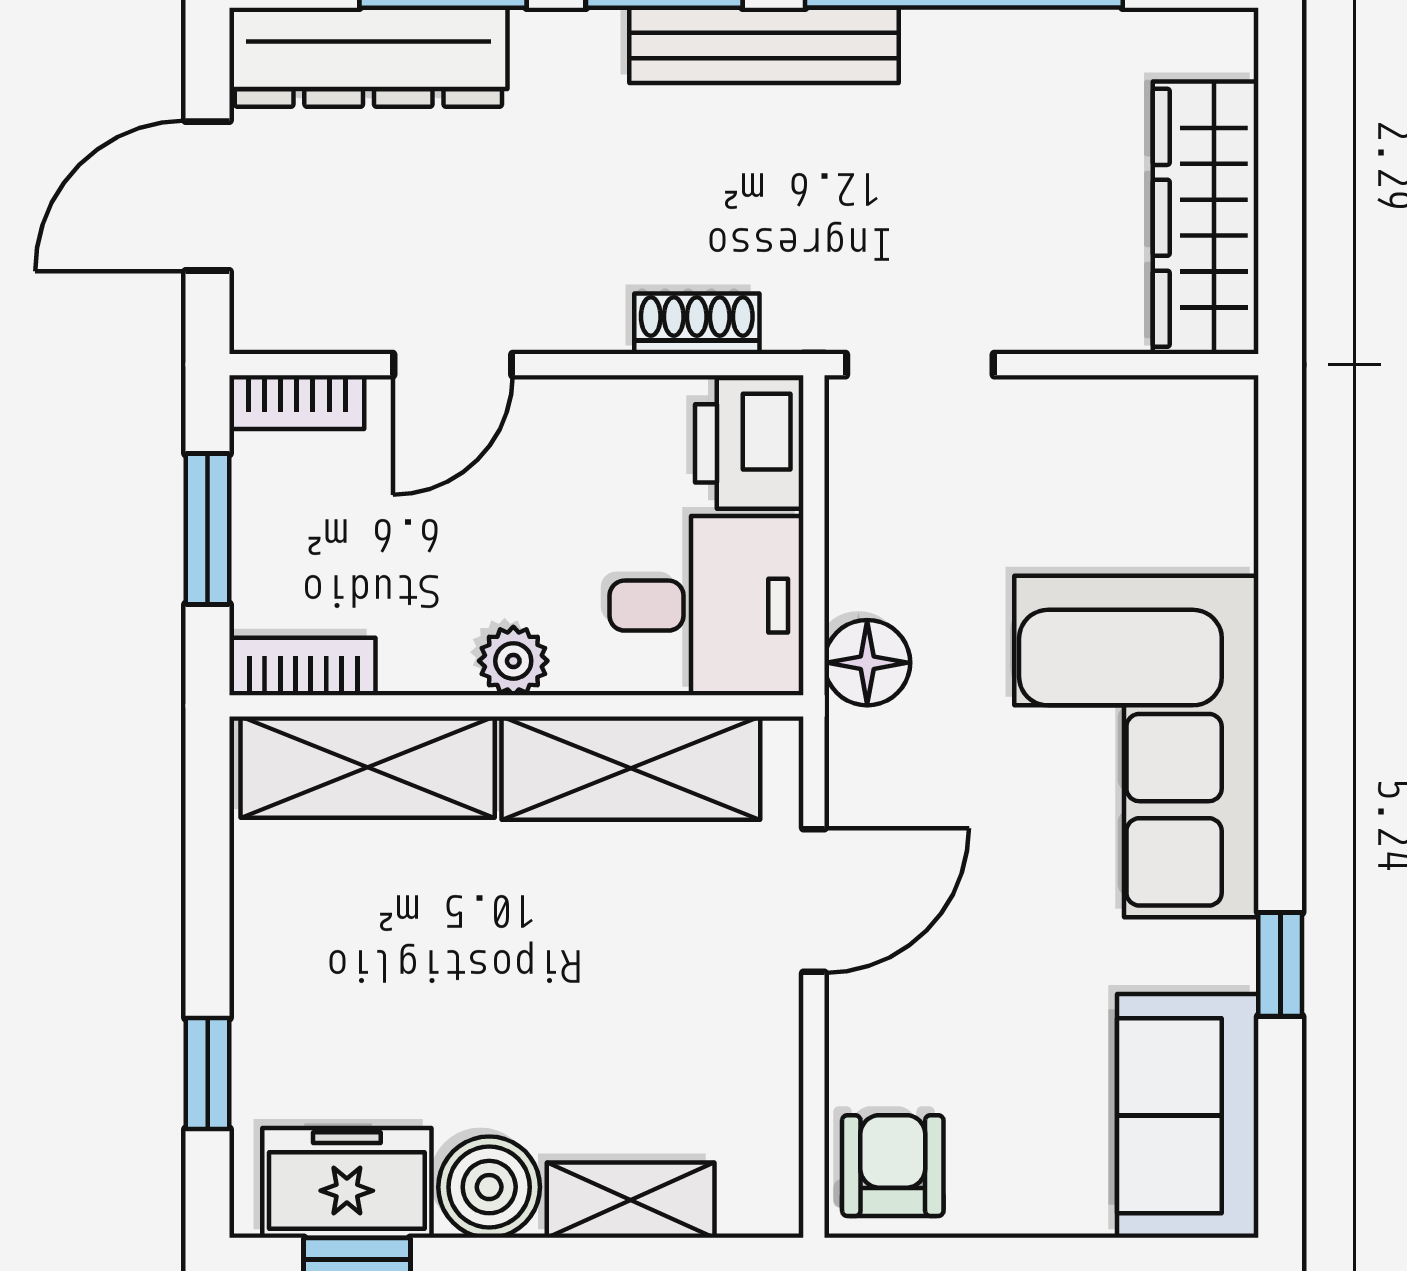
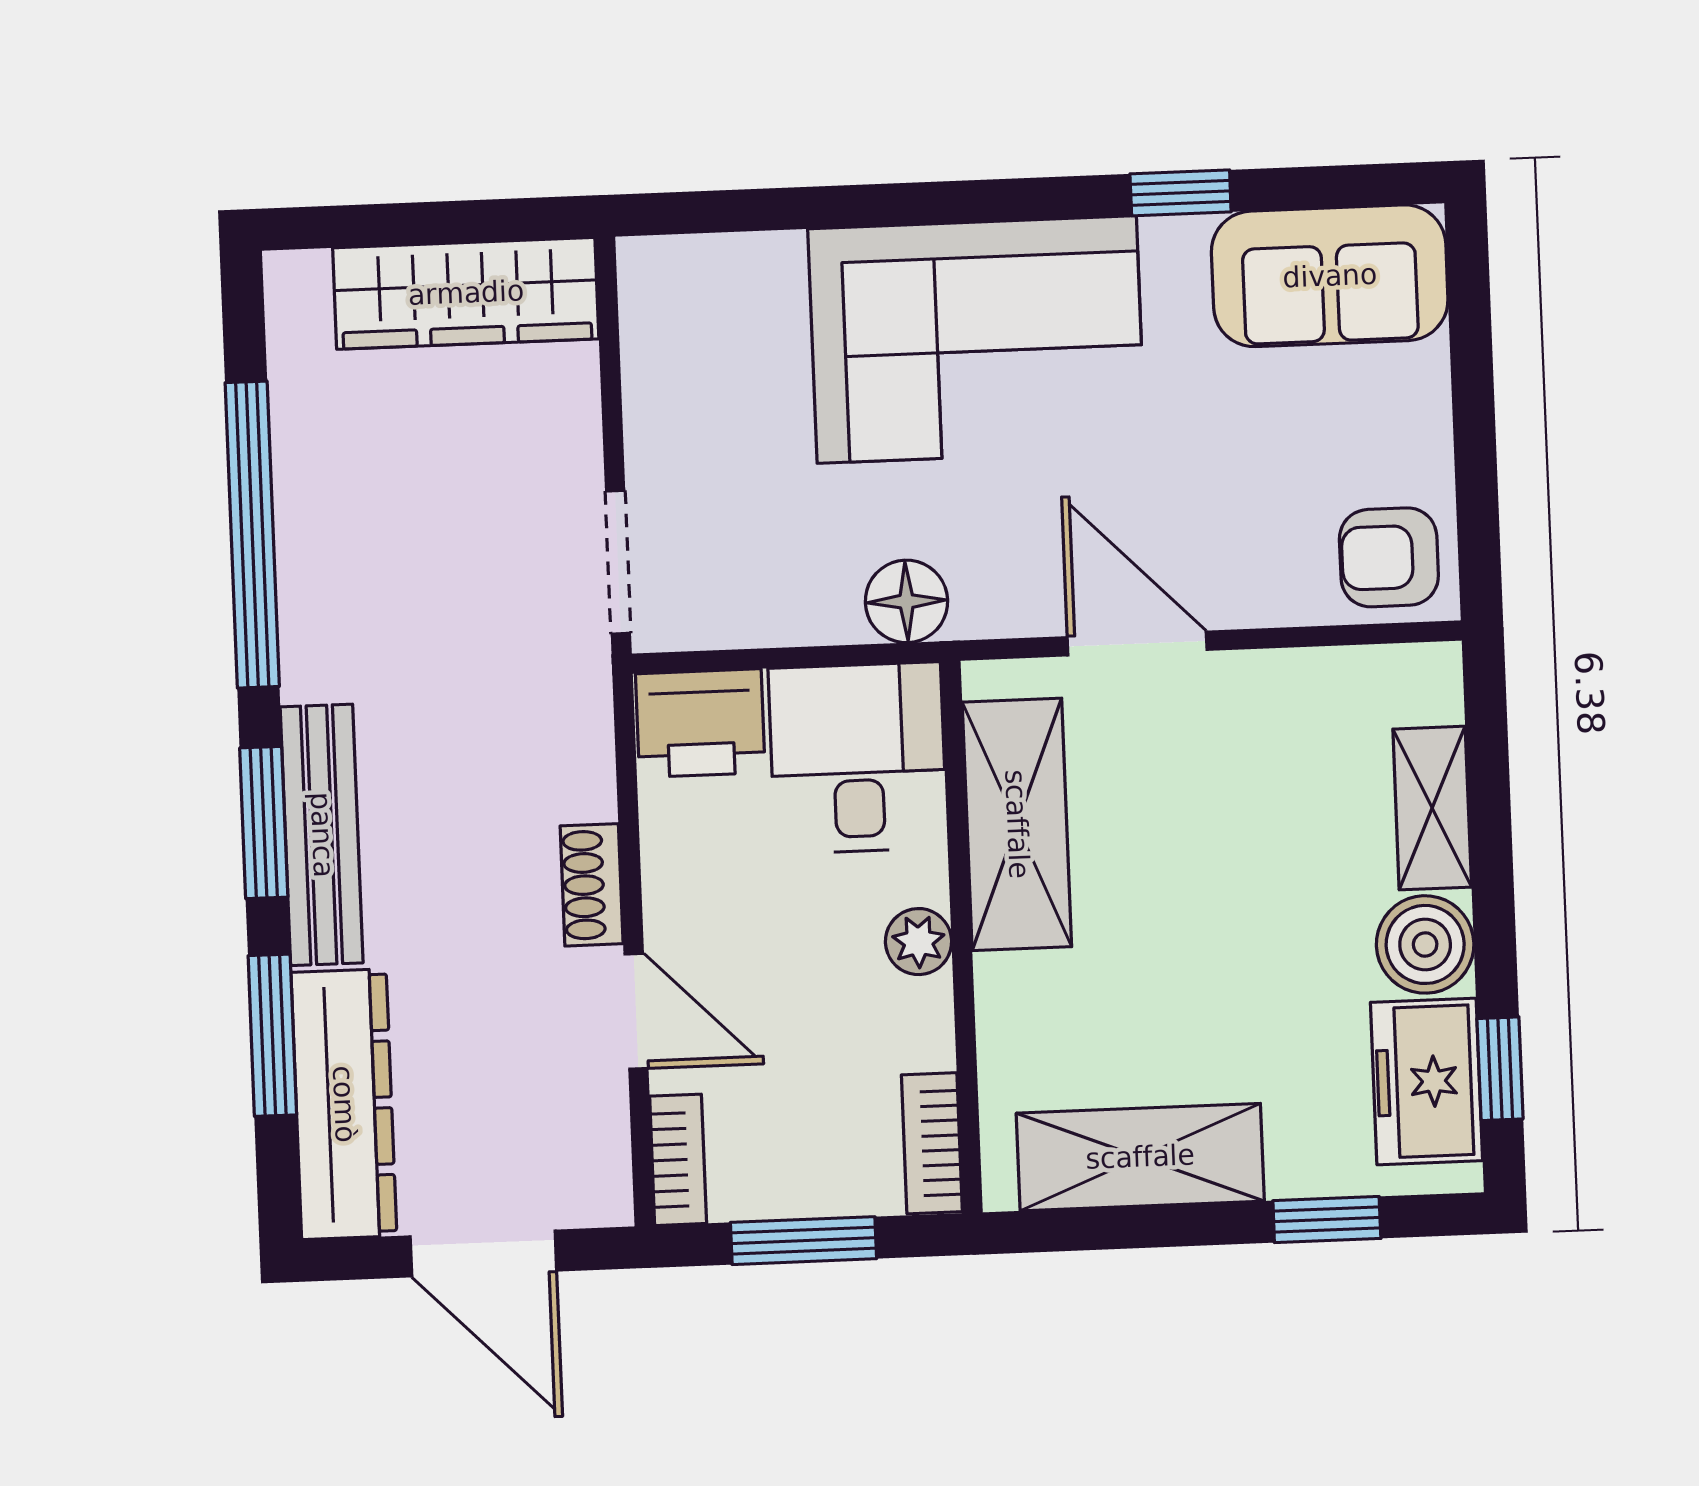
bench: (764, 45) -> (322, 835), moved
shoe rack: (697, 324) -> (592, 885), moved
shelving: (368, 767) -> (1140, 1157), moved, turned 90

